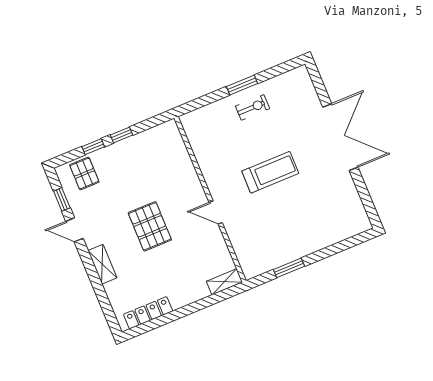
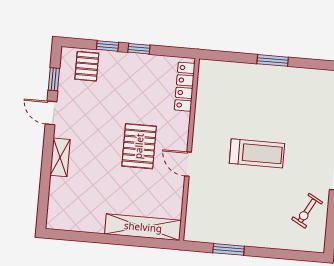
exercise bike: (253, 107) -> (307, 211), moved, turned 119
pallet: (150, 226) -> (139, 146), moved
shelving: (224, 282) -> (143, 227), width x2.20, depth x1.33
locker: (148, 313) -> (185, 87), moved, turned -90

